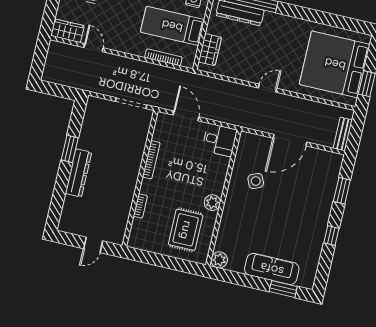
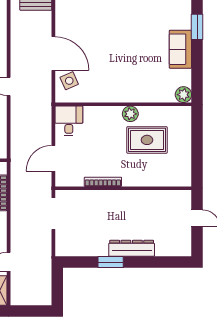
side table: (256, 181) -> (69, 81), moved
bookcase: (140, 206) -> (149, 182), removed
rug: (186, 230) -> (147, 140), moved
sofa: (272, 269) -> (180, 49), width x0.73

